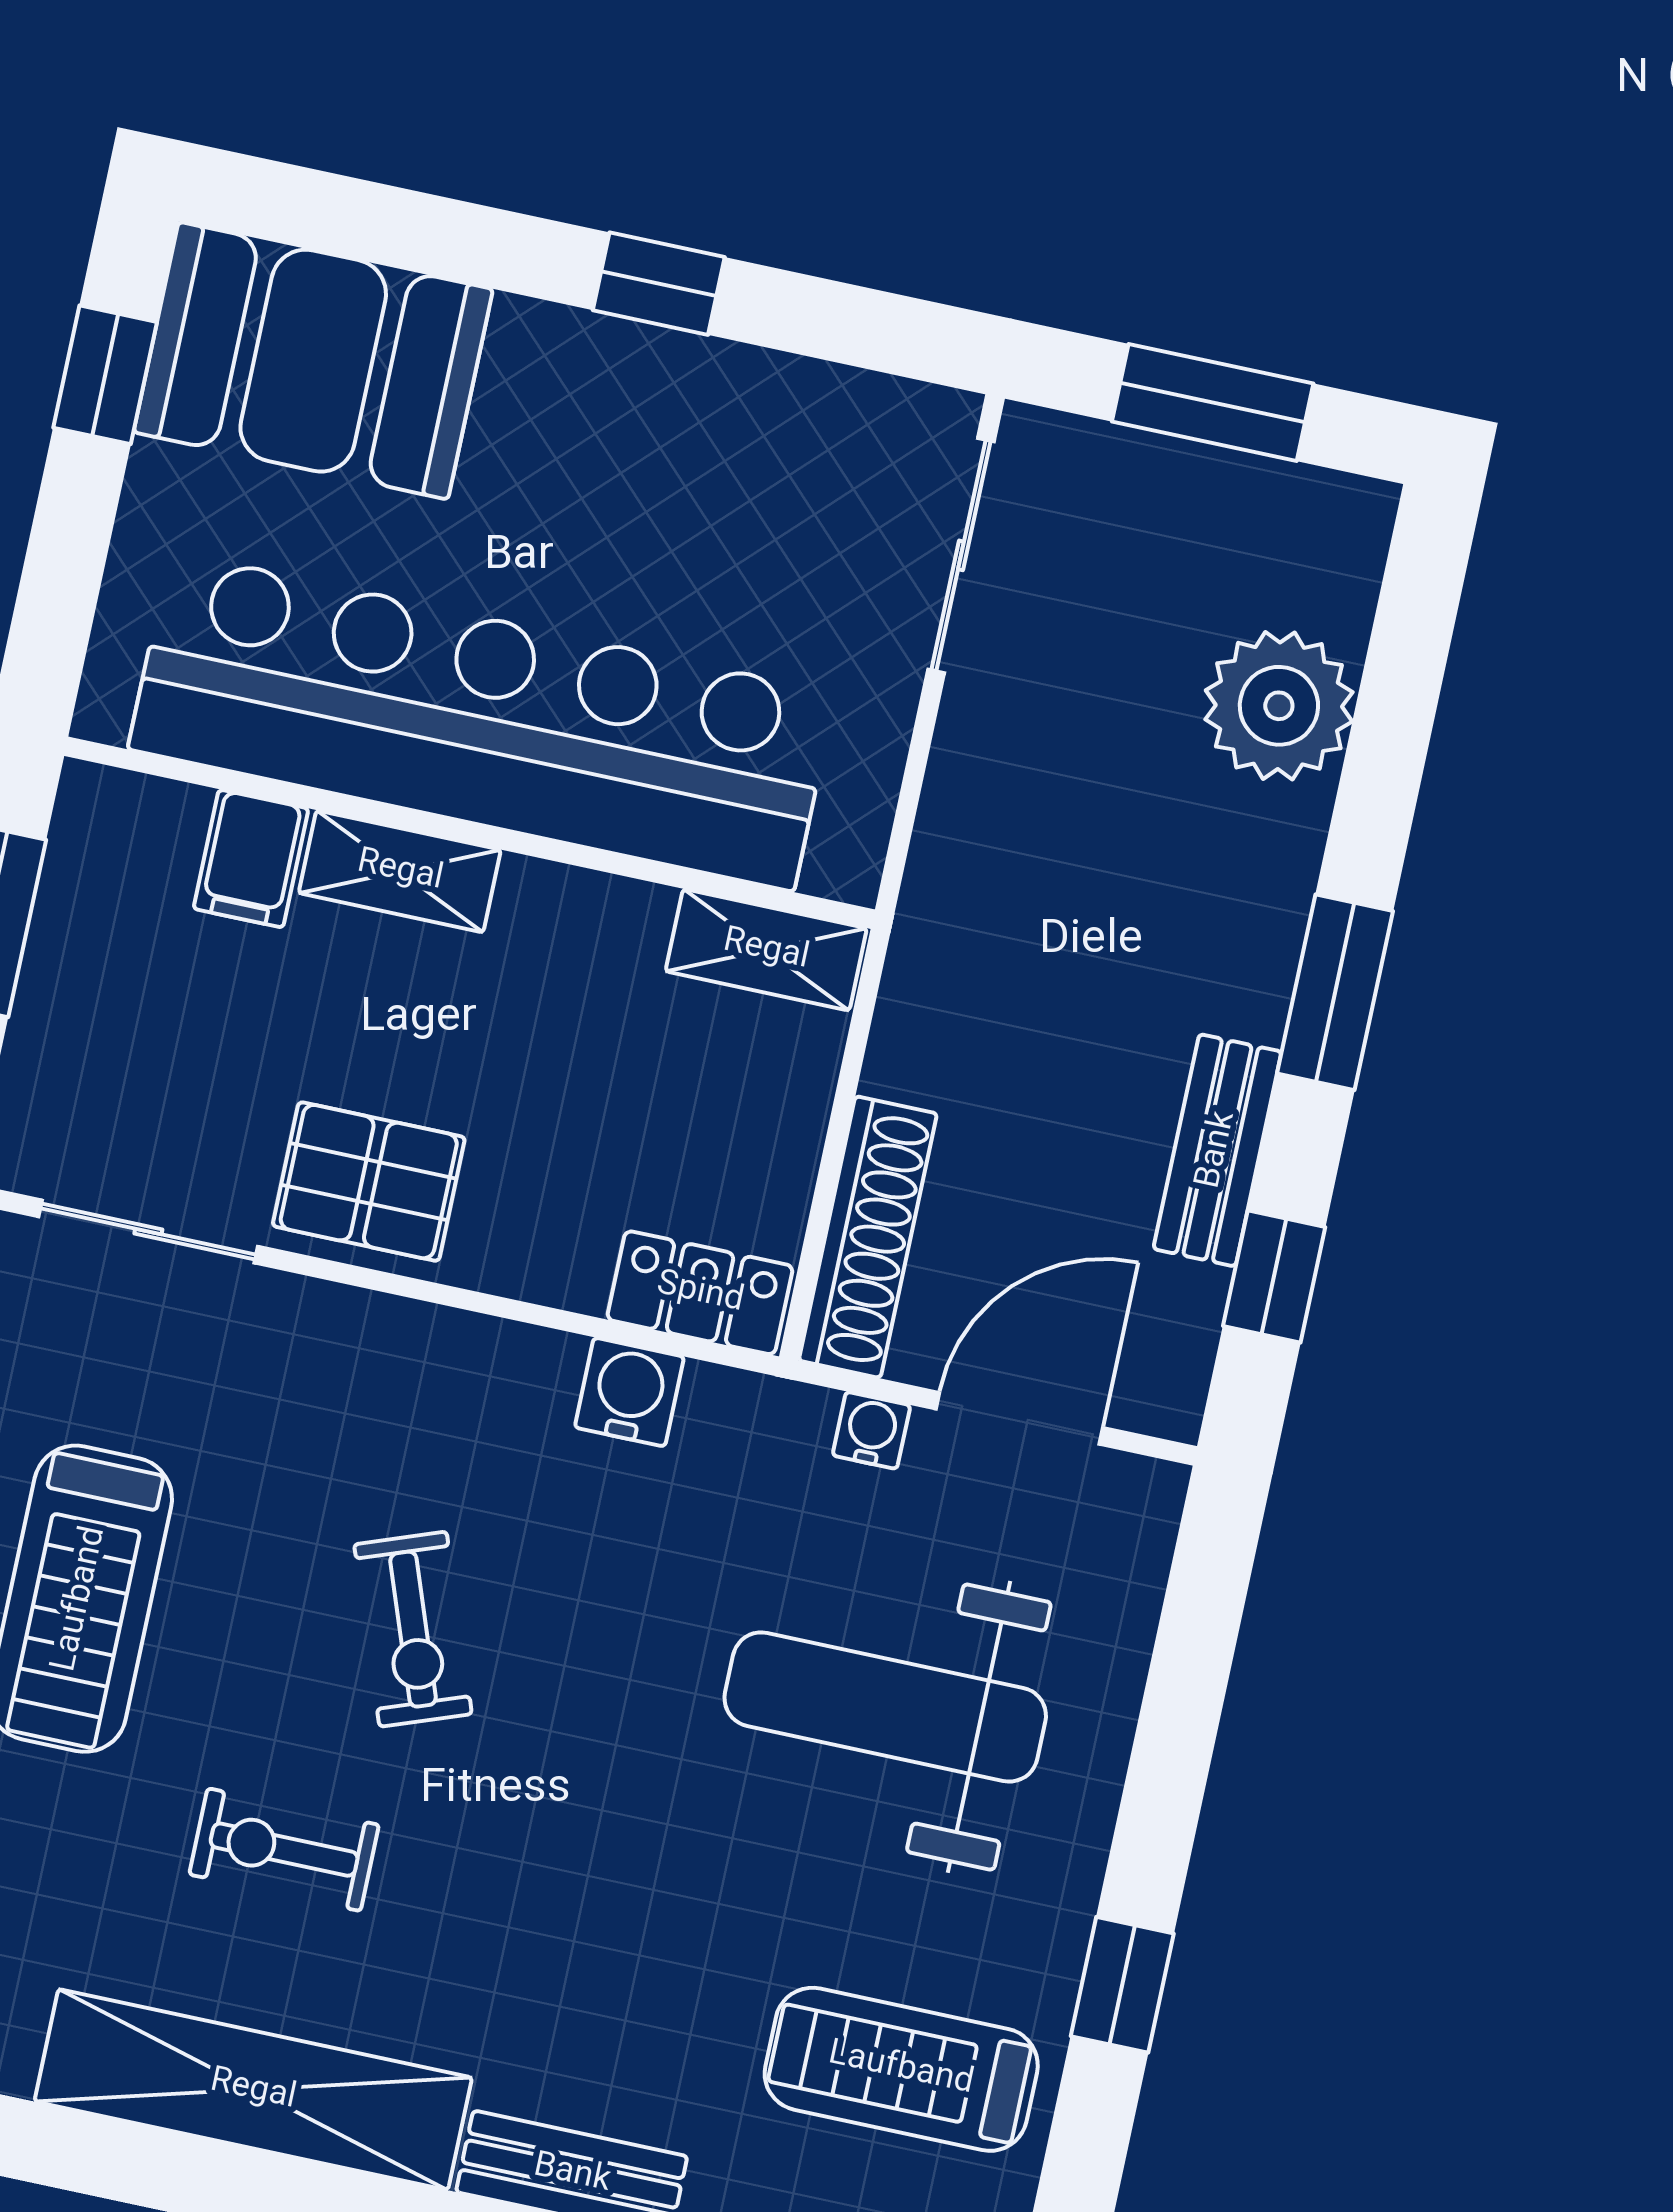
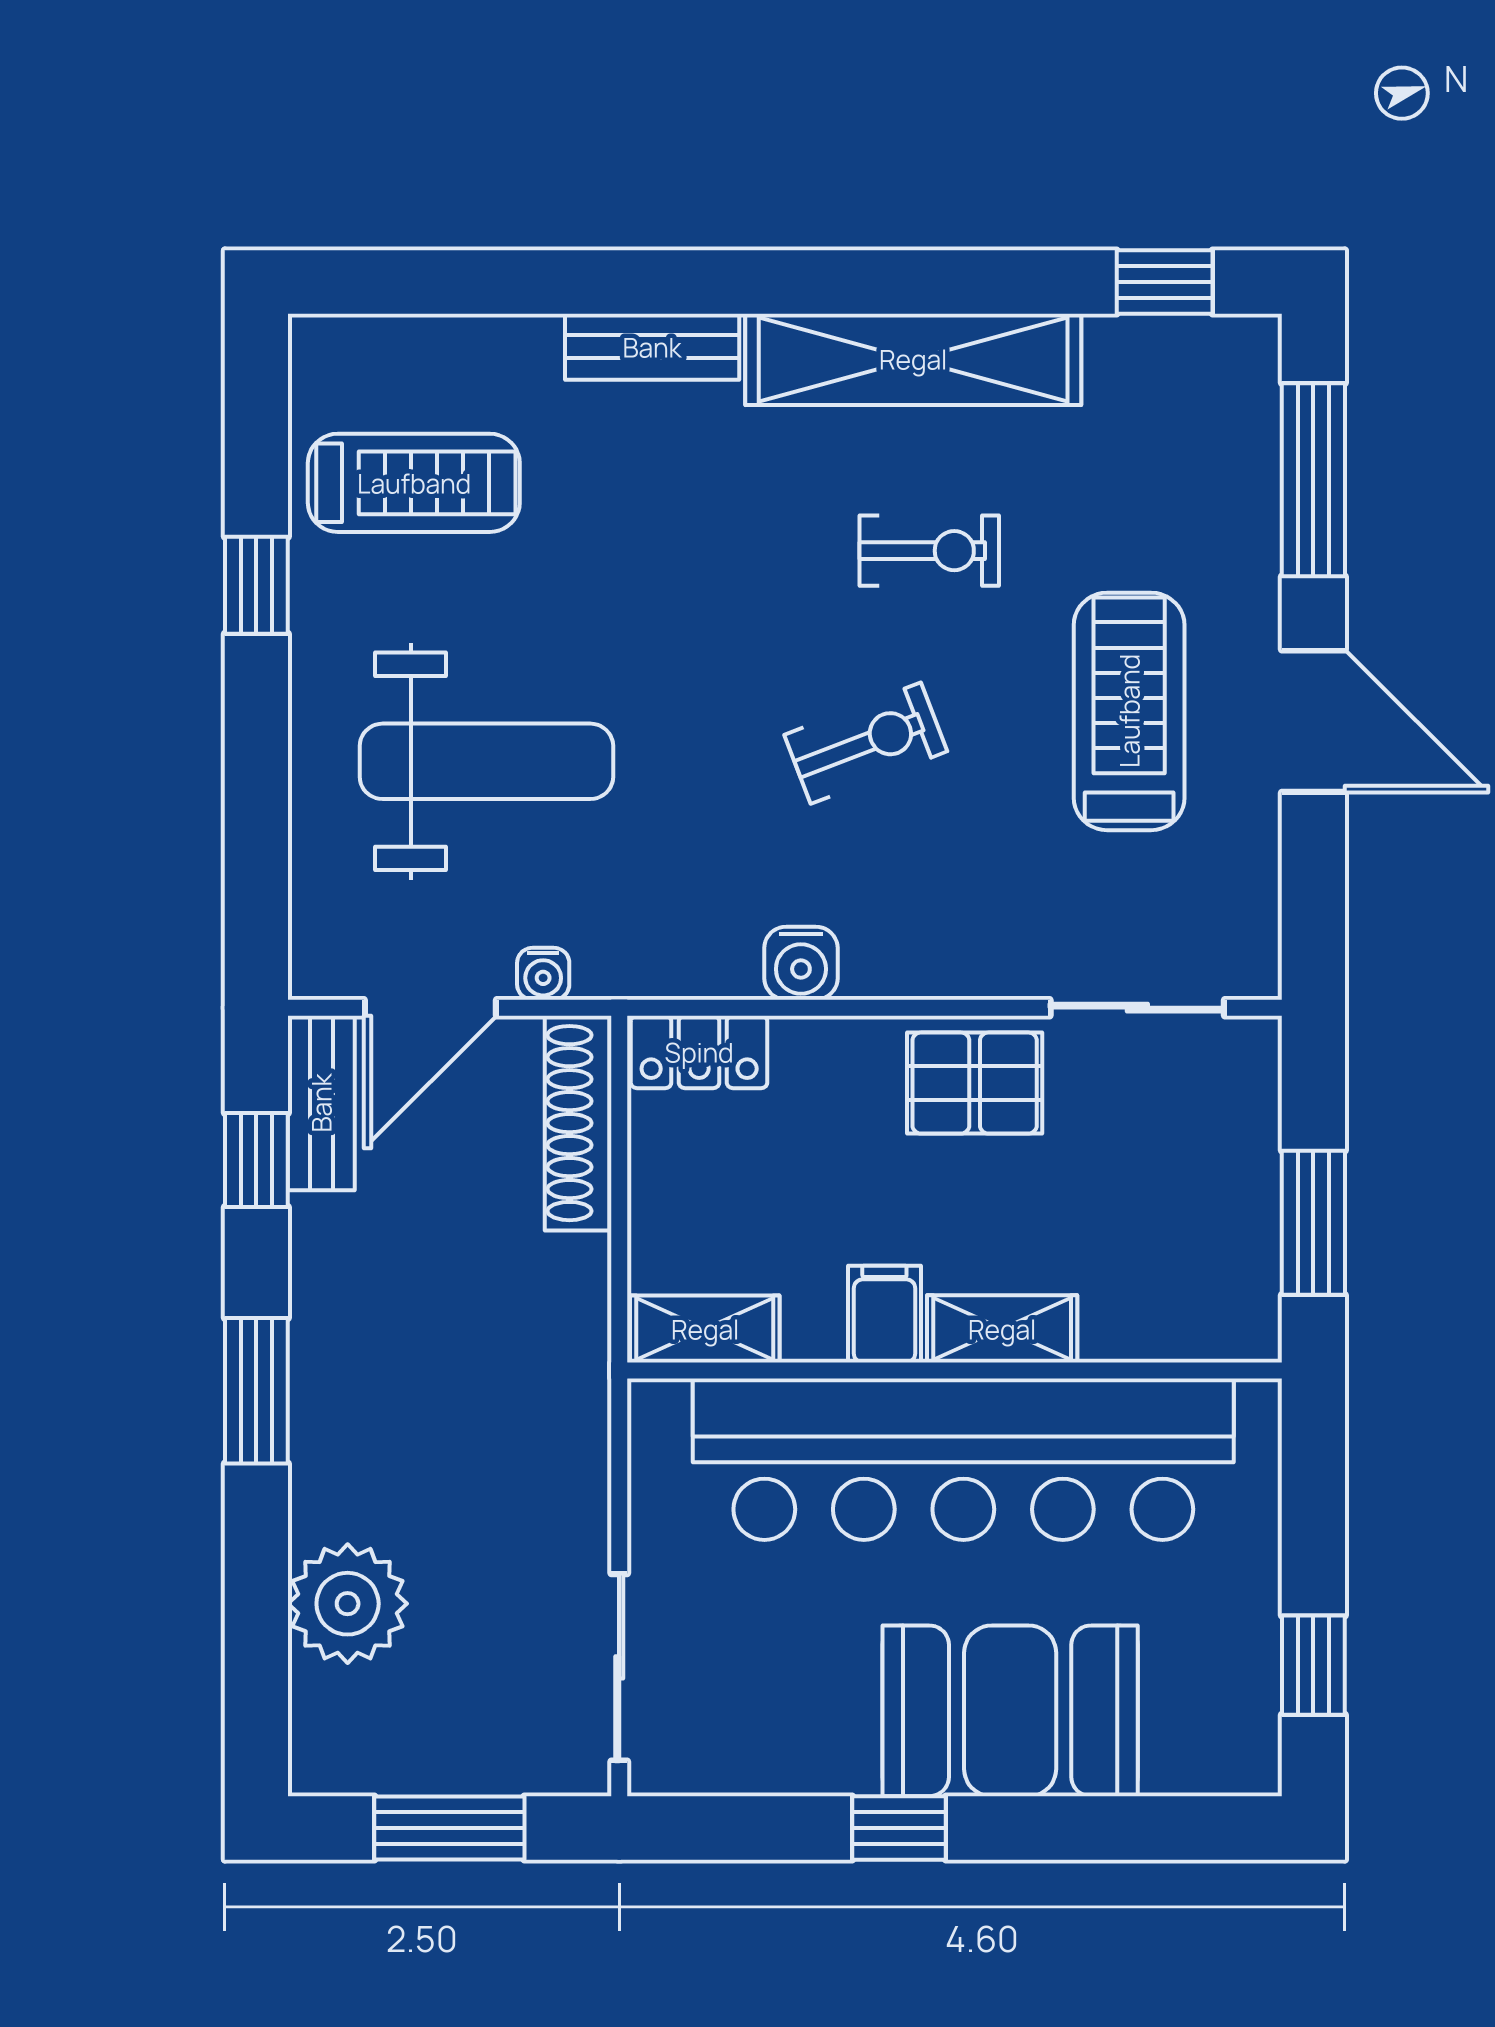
booth: (313, 361) -> (1010, 1711), moved
filing cabinet: (251, 859) -> (884, 1314), moved
bench: (1217, 1150) -> (321, 1103), moved
water cooler: (629, 1392) -> (801, 963), moved
exercise bike: (413, 1629) -> (866, 743), turned 89

